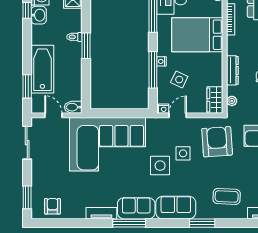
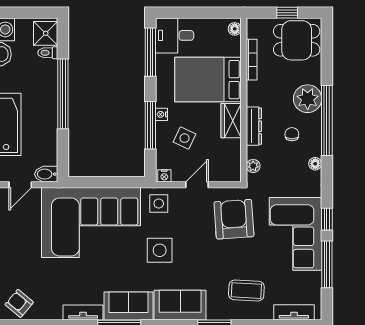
toilet: (74, 37) -> (48, 53), moved
window: (86, 46) -> (63, 94), width x2.11
wardrobe: (215, 100) -> (231, 121), moved
door: (53, 115) -> (20, 185), swing flipped
door: (178, 115) -> (197, 185), moved
side table: (183, 153) -> (159, 203), moved
armchair: (52, 206) -> (19, 303), turned -50

